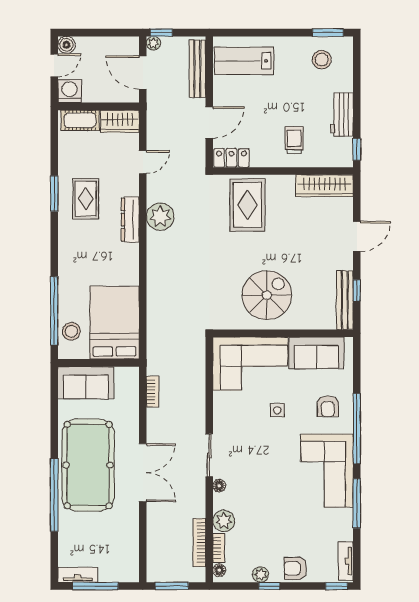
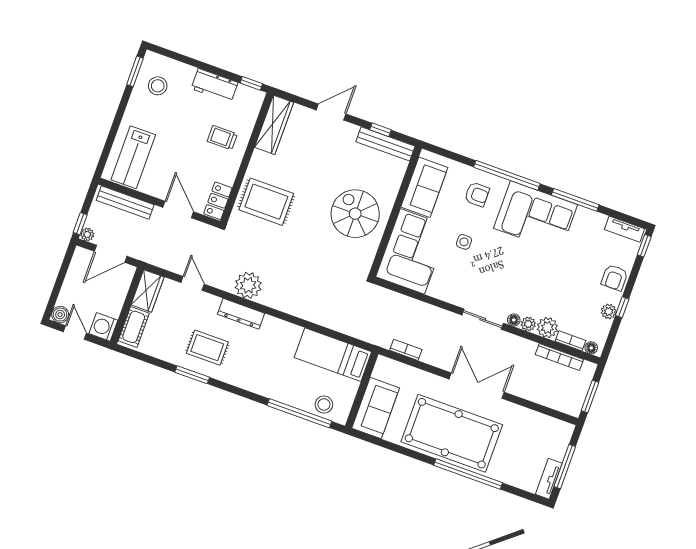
door: (357, 236) -> (331, 112), hinge flipped
bed: (114, 323) -> (333, 355), width x0.67
plant: (220, 501) -> (528, 324), added

